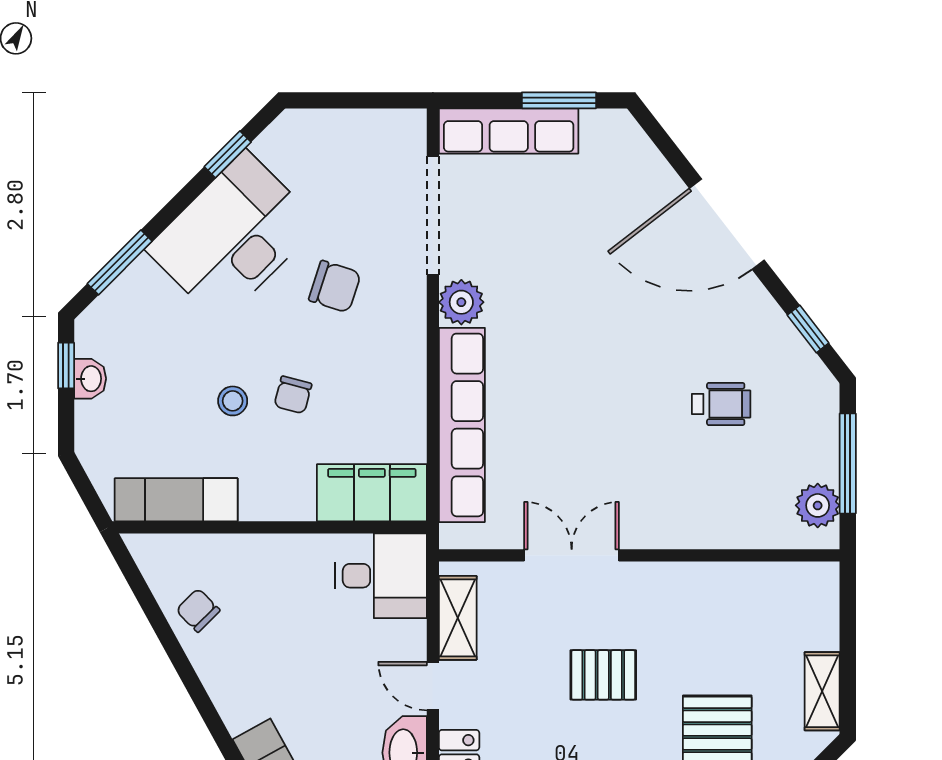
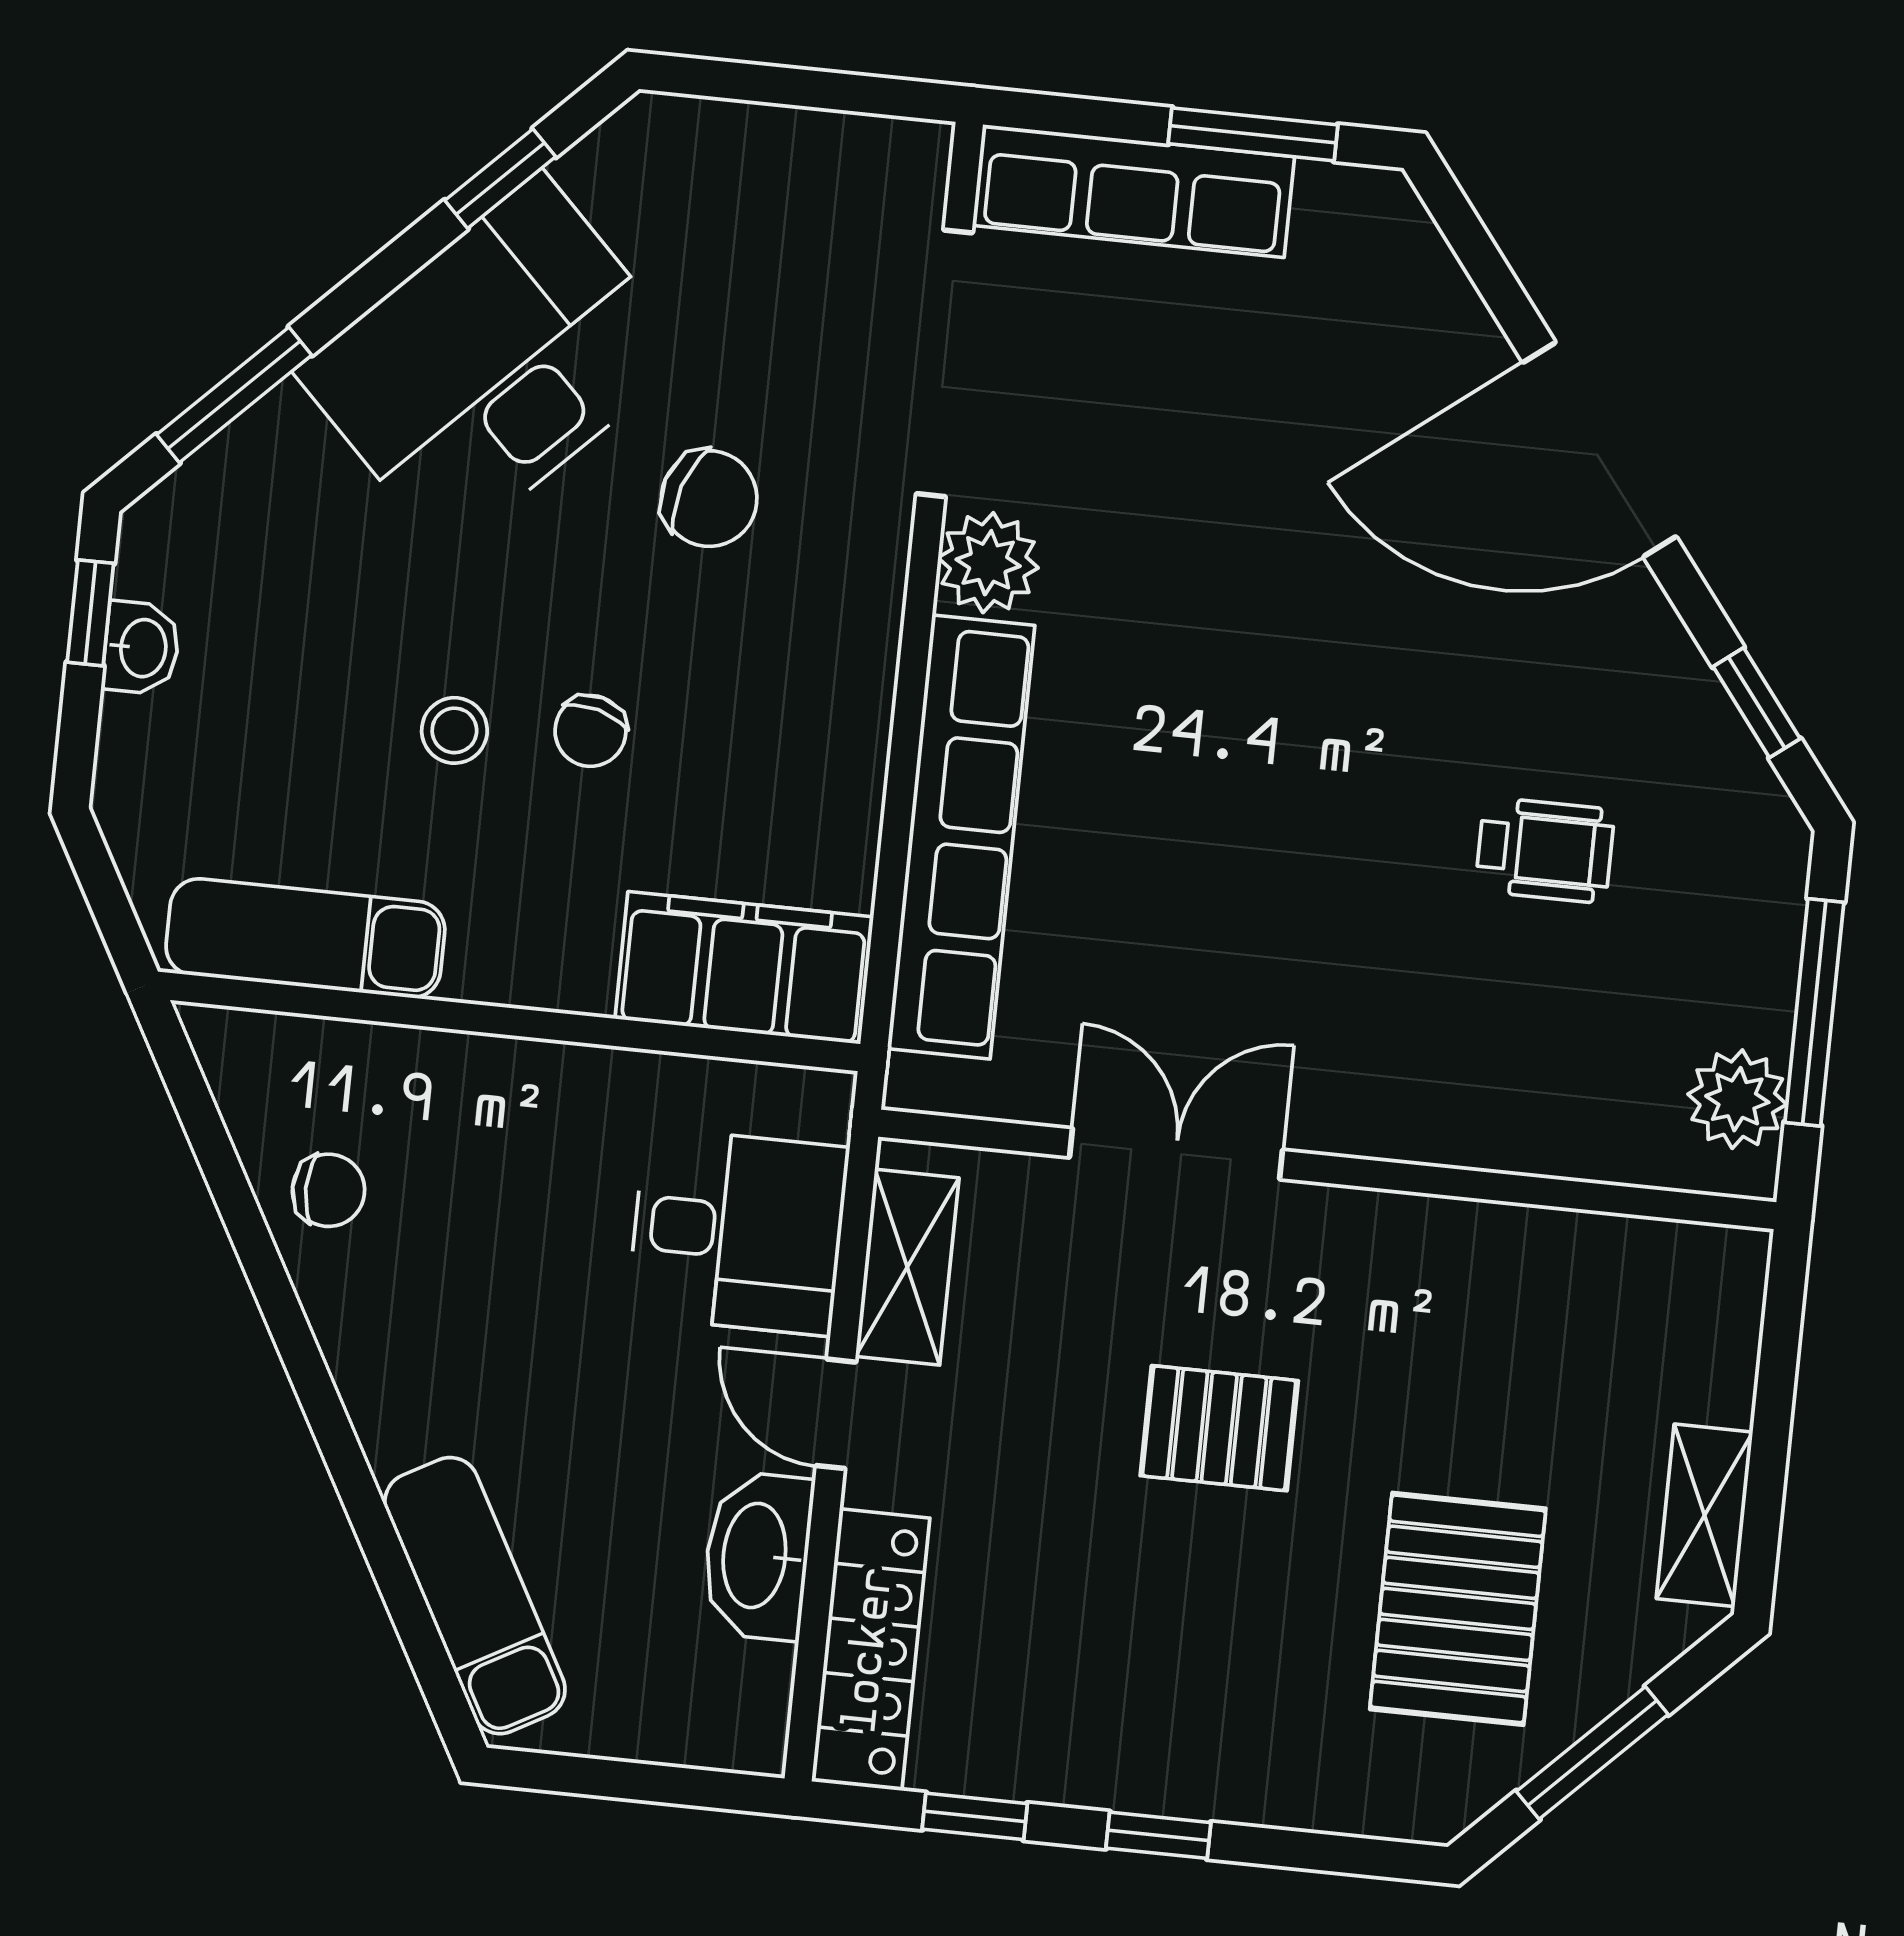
desk: (381, 576) -> (738, 1232), moved
chair: (198, 610) -> (329, 1190), turned 135

